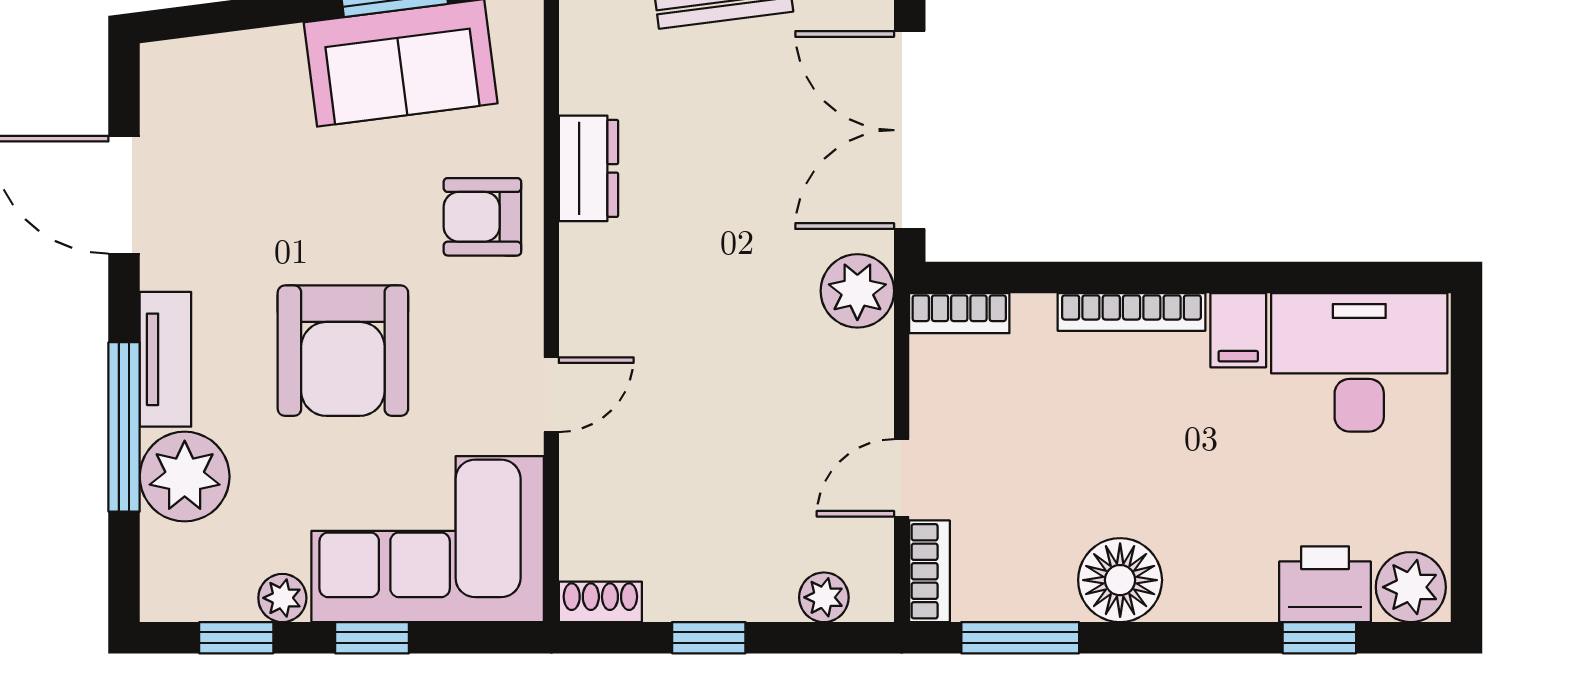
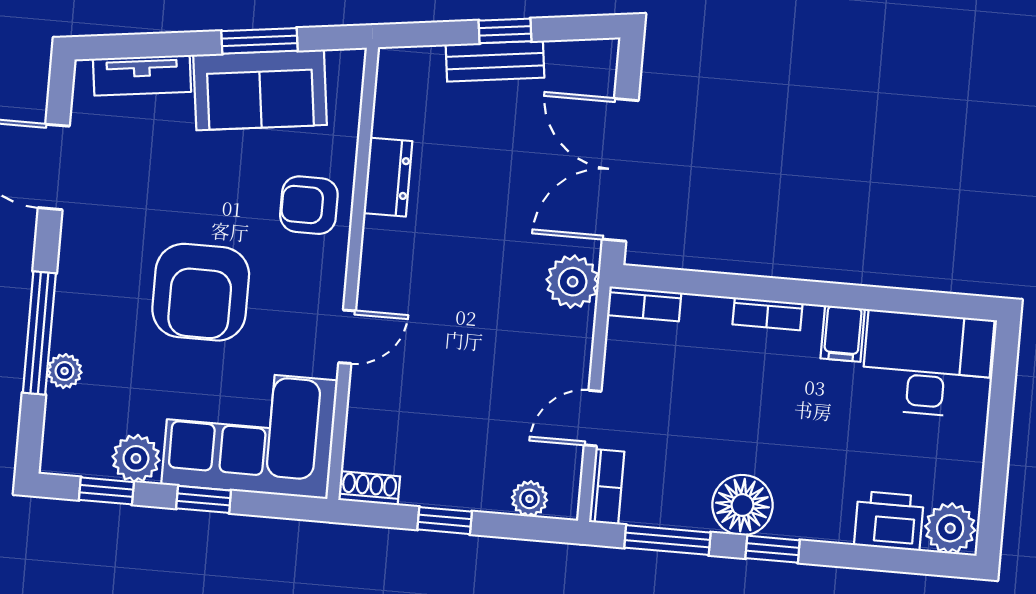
bookcase: (1132, 312) -> (767, 314), width x0.64
tv unit: (165, 359) -> (142, 75), moved, turned 83
plant: (185, 477) -> (65, 371), width x0.53, depth x0.53
plant: (282, 598) -> (136, 458), width x1.38, depth x1.38
window: (1319, 638) -> (773, 549), moved

